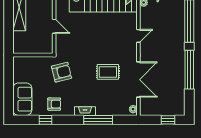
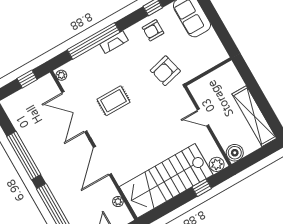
door: (138, 36) -> (102, 161), width x1.88
window: (98, 120) -> (94, 41), width x1.46
window: (168, 120) -> (27, 79), moved

